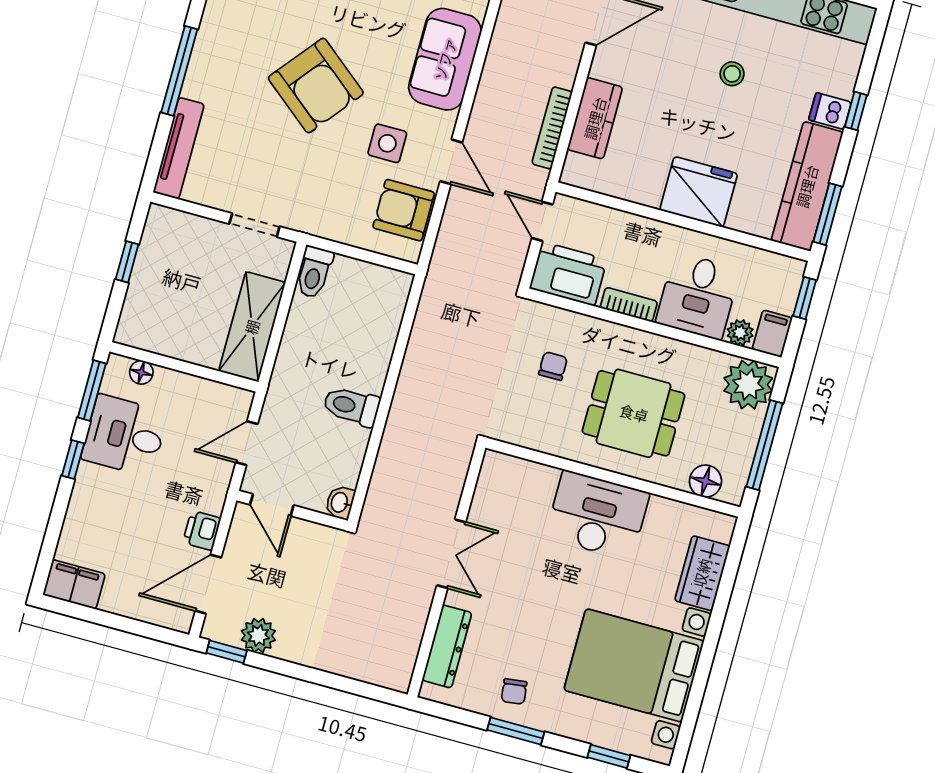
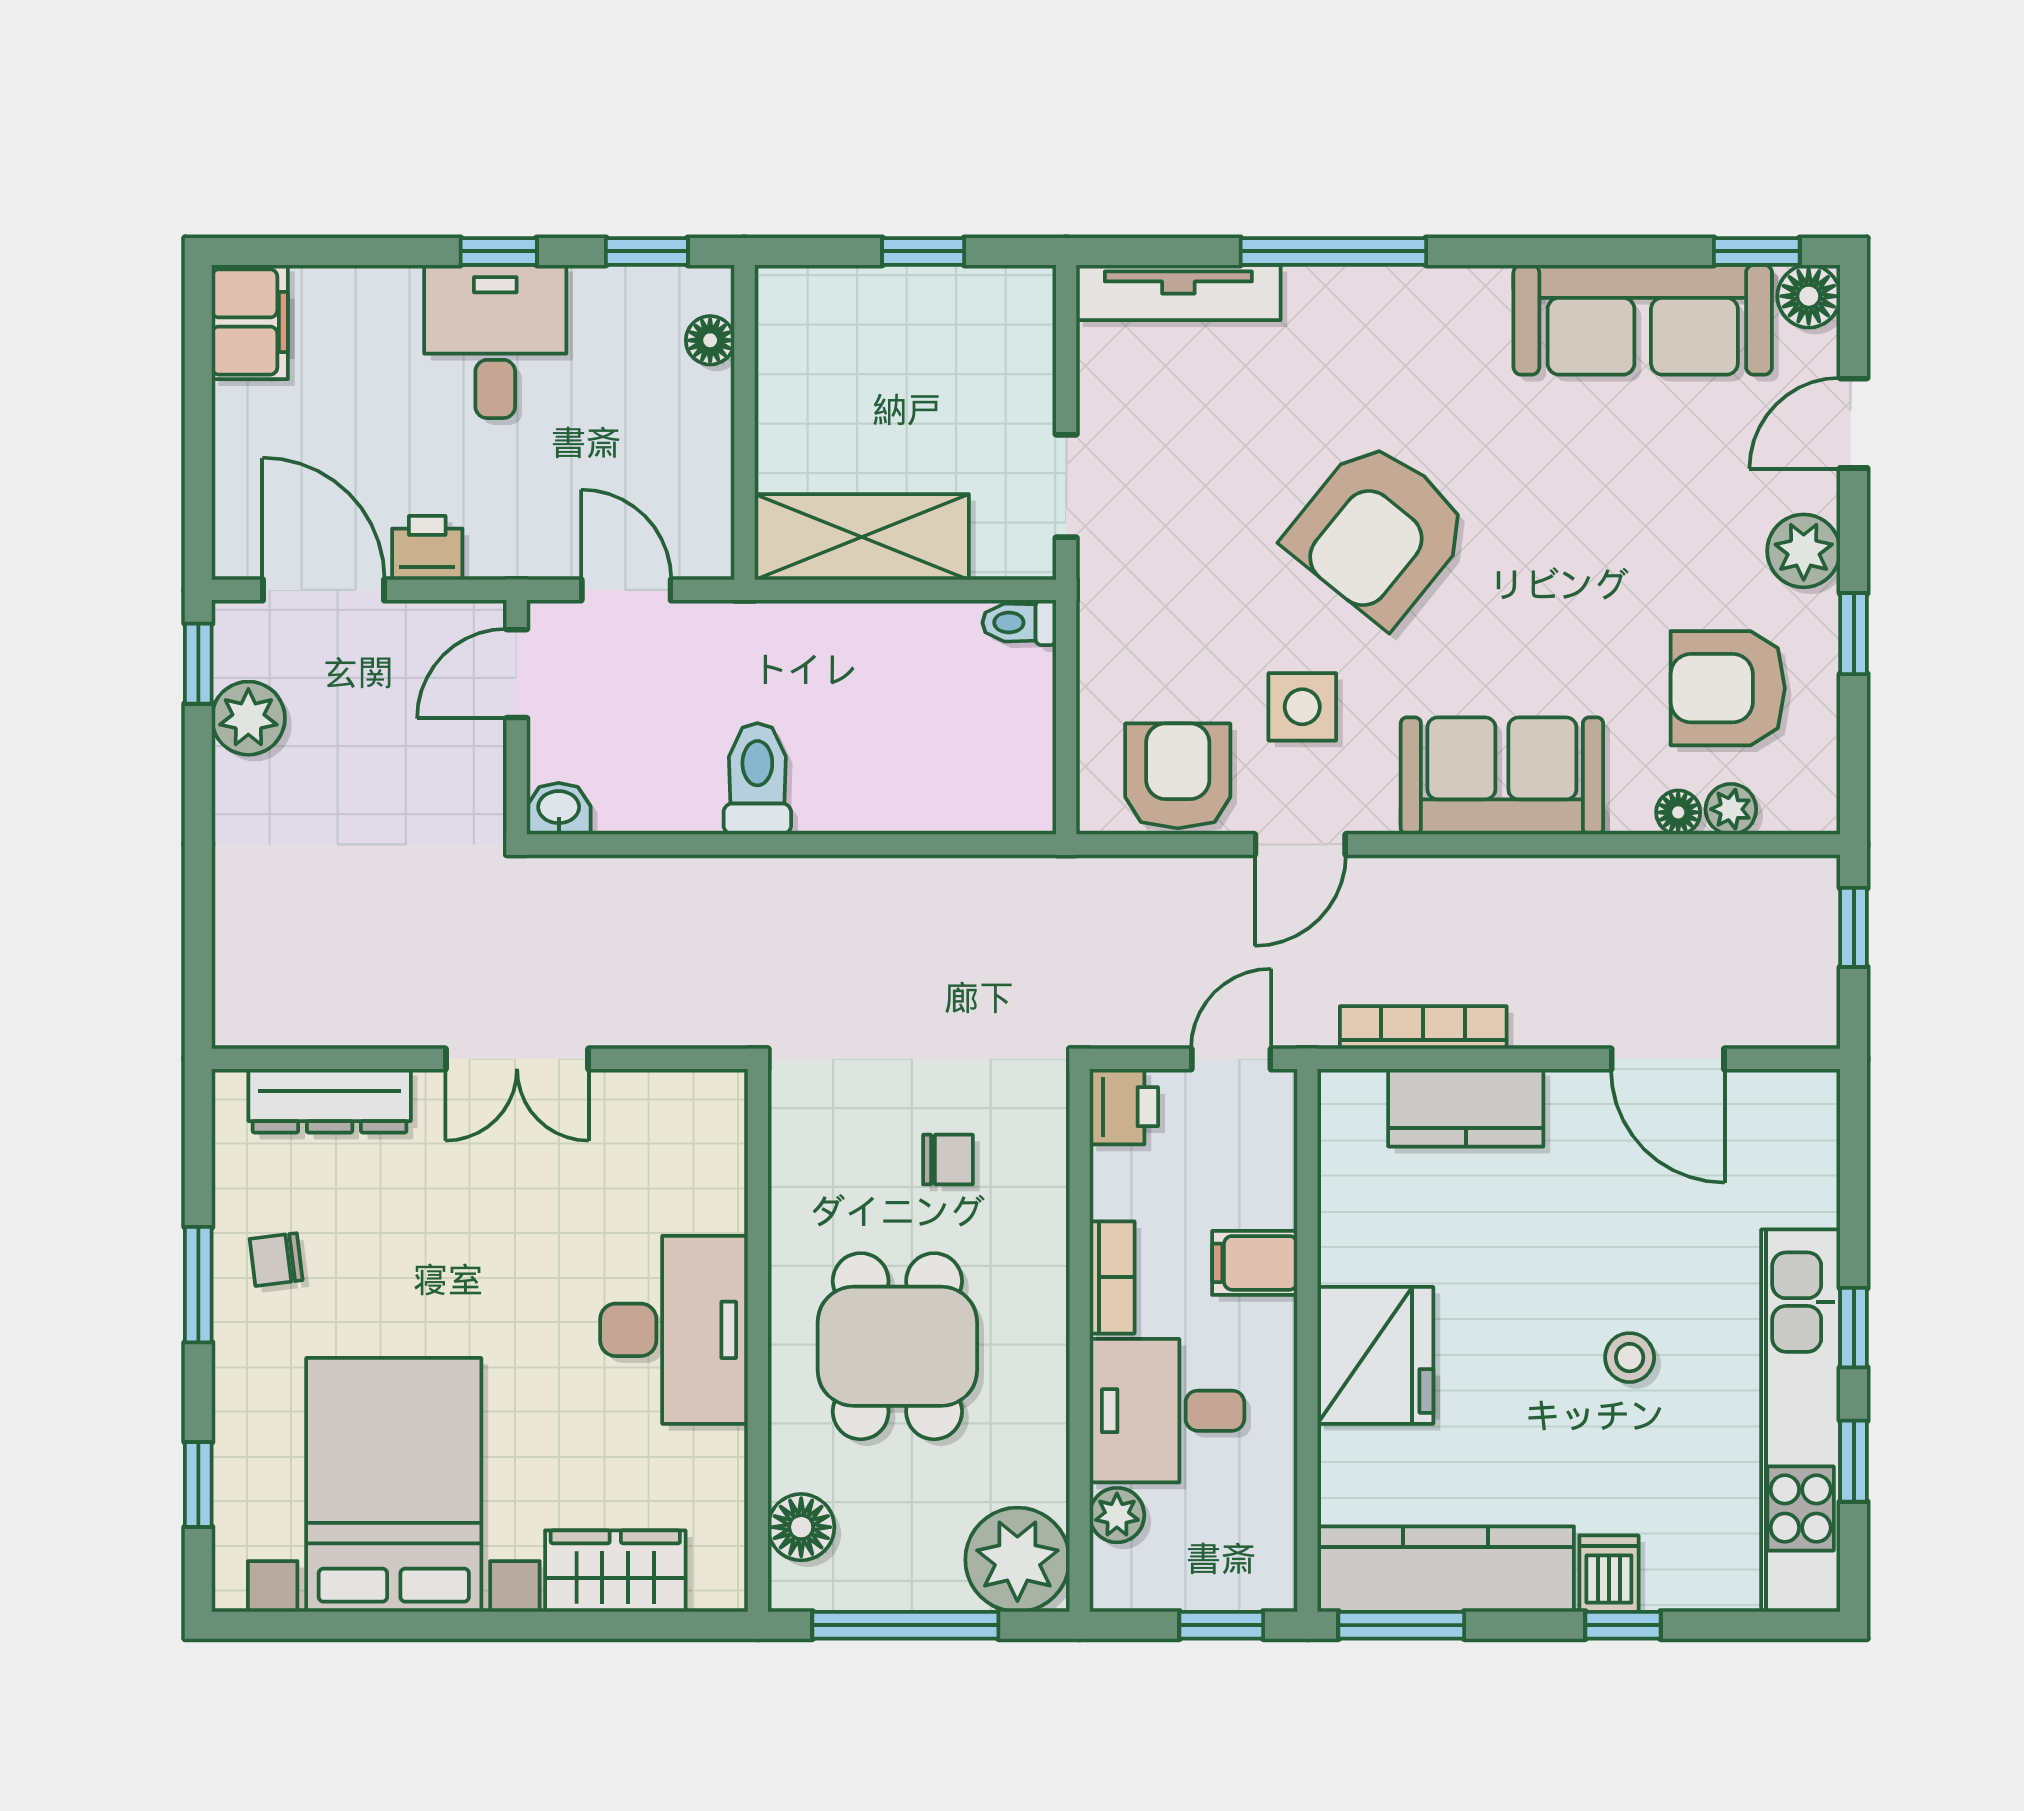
toilet: (314, 272) -> (1019, 623), width x0.73, depth x0.72
printer: (568, 274) -> (1124, 1107), width x0.53, depth x0.68
filing cabinet: (772, 334) -> (1255, 1263), moved, turned 180
window: (92, 390) -> (647, 251), width x0.67
desk: (125, 436) -> (495, 341), moved

